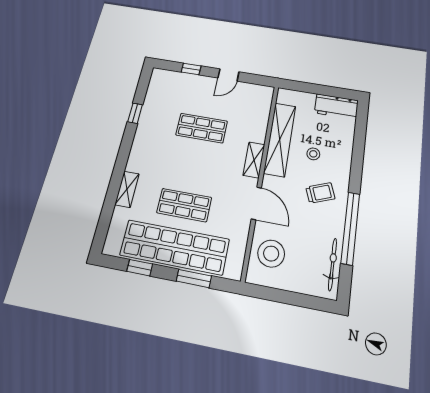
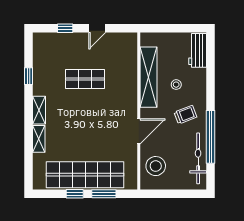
workbench: (336, 107) -> (198, 50), moved, turned 90
shelving: (254, 160) -> (39, 110), moved
door: (256, 203) -> (139, 131), hinge flipped
shop shelf: (184, 205) -> (85, 143), removed
bicycle: (333, 264) -> (198, 158), width x1.37, depth x1.40
window: (140, 268) -> (75, 194), moved

